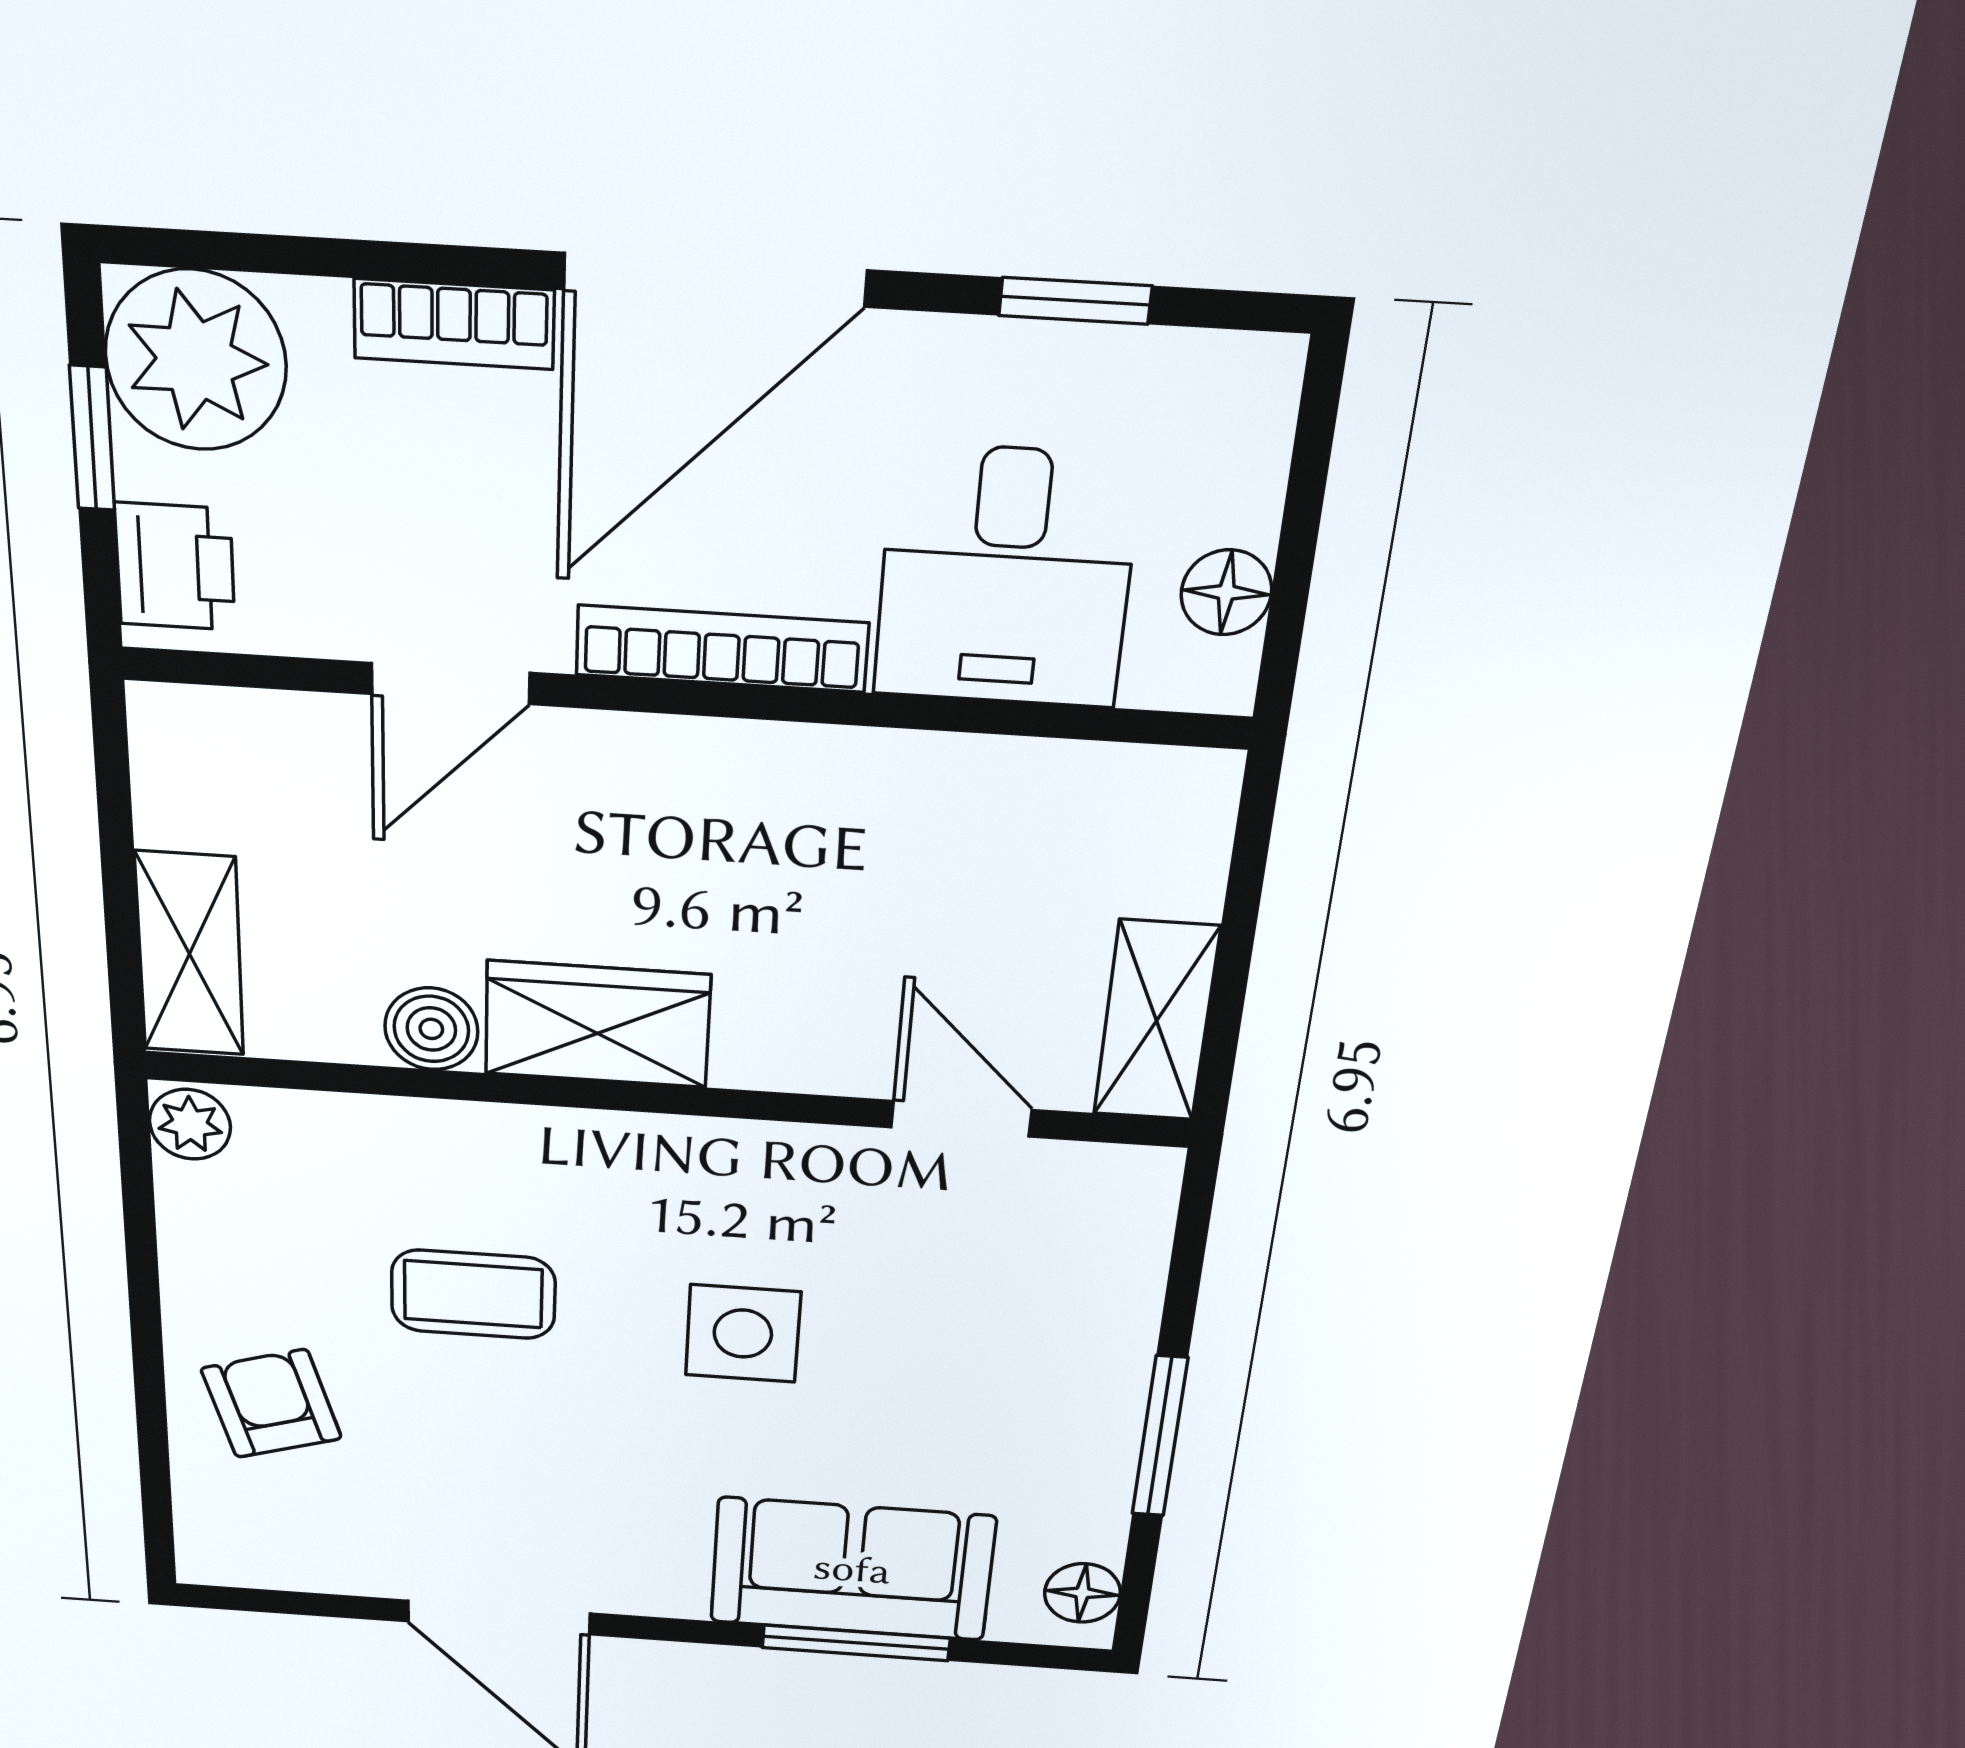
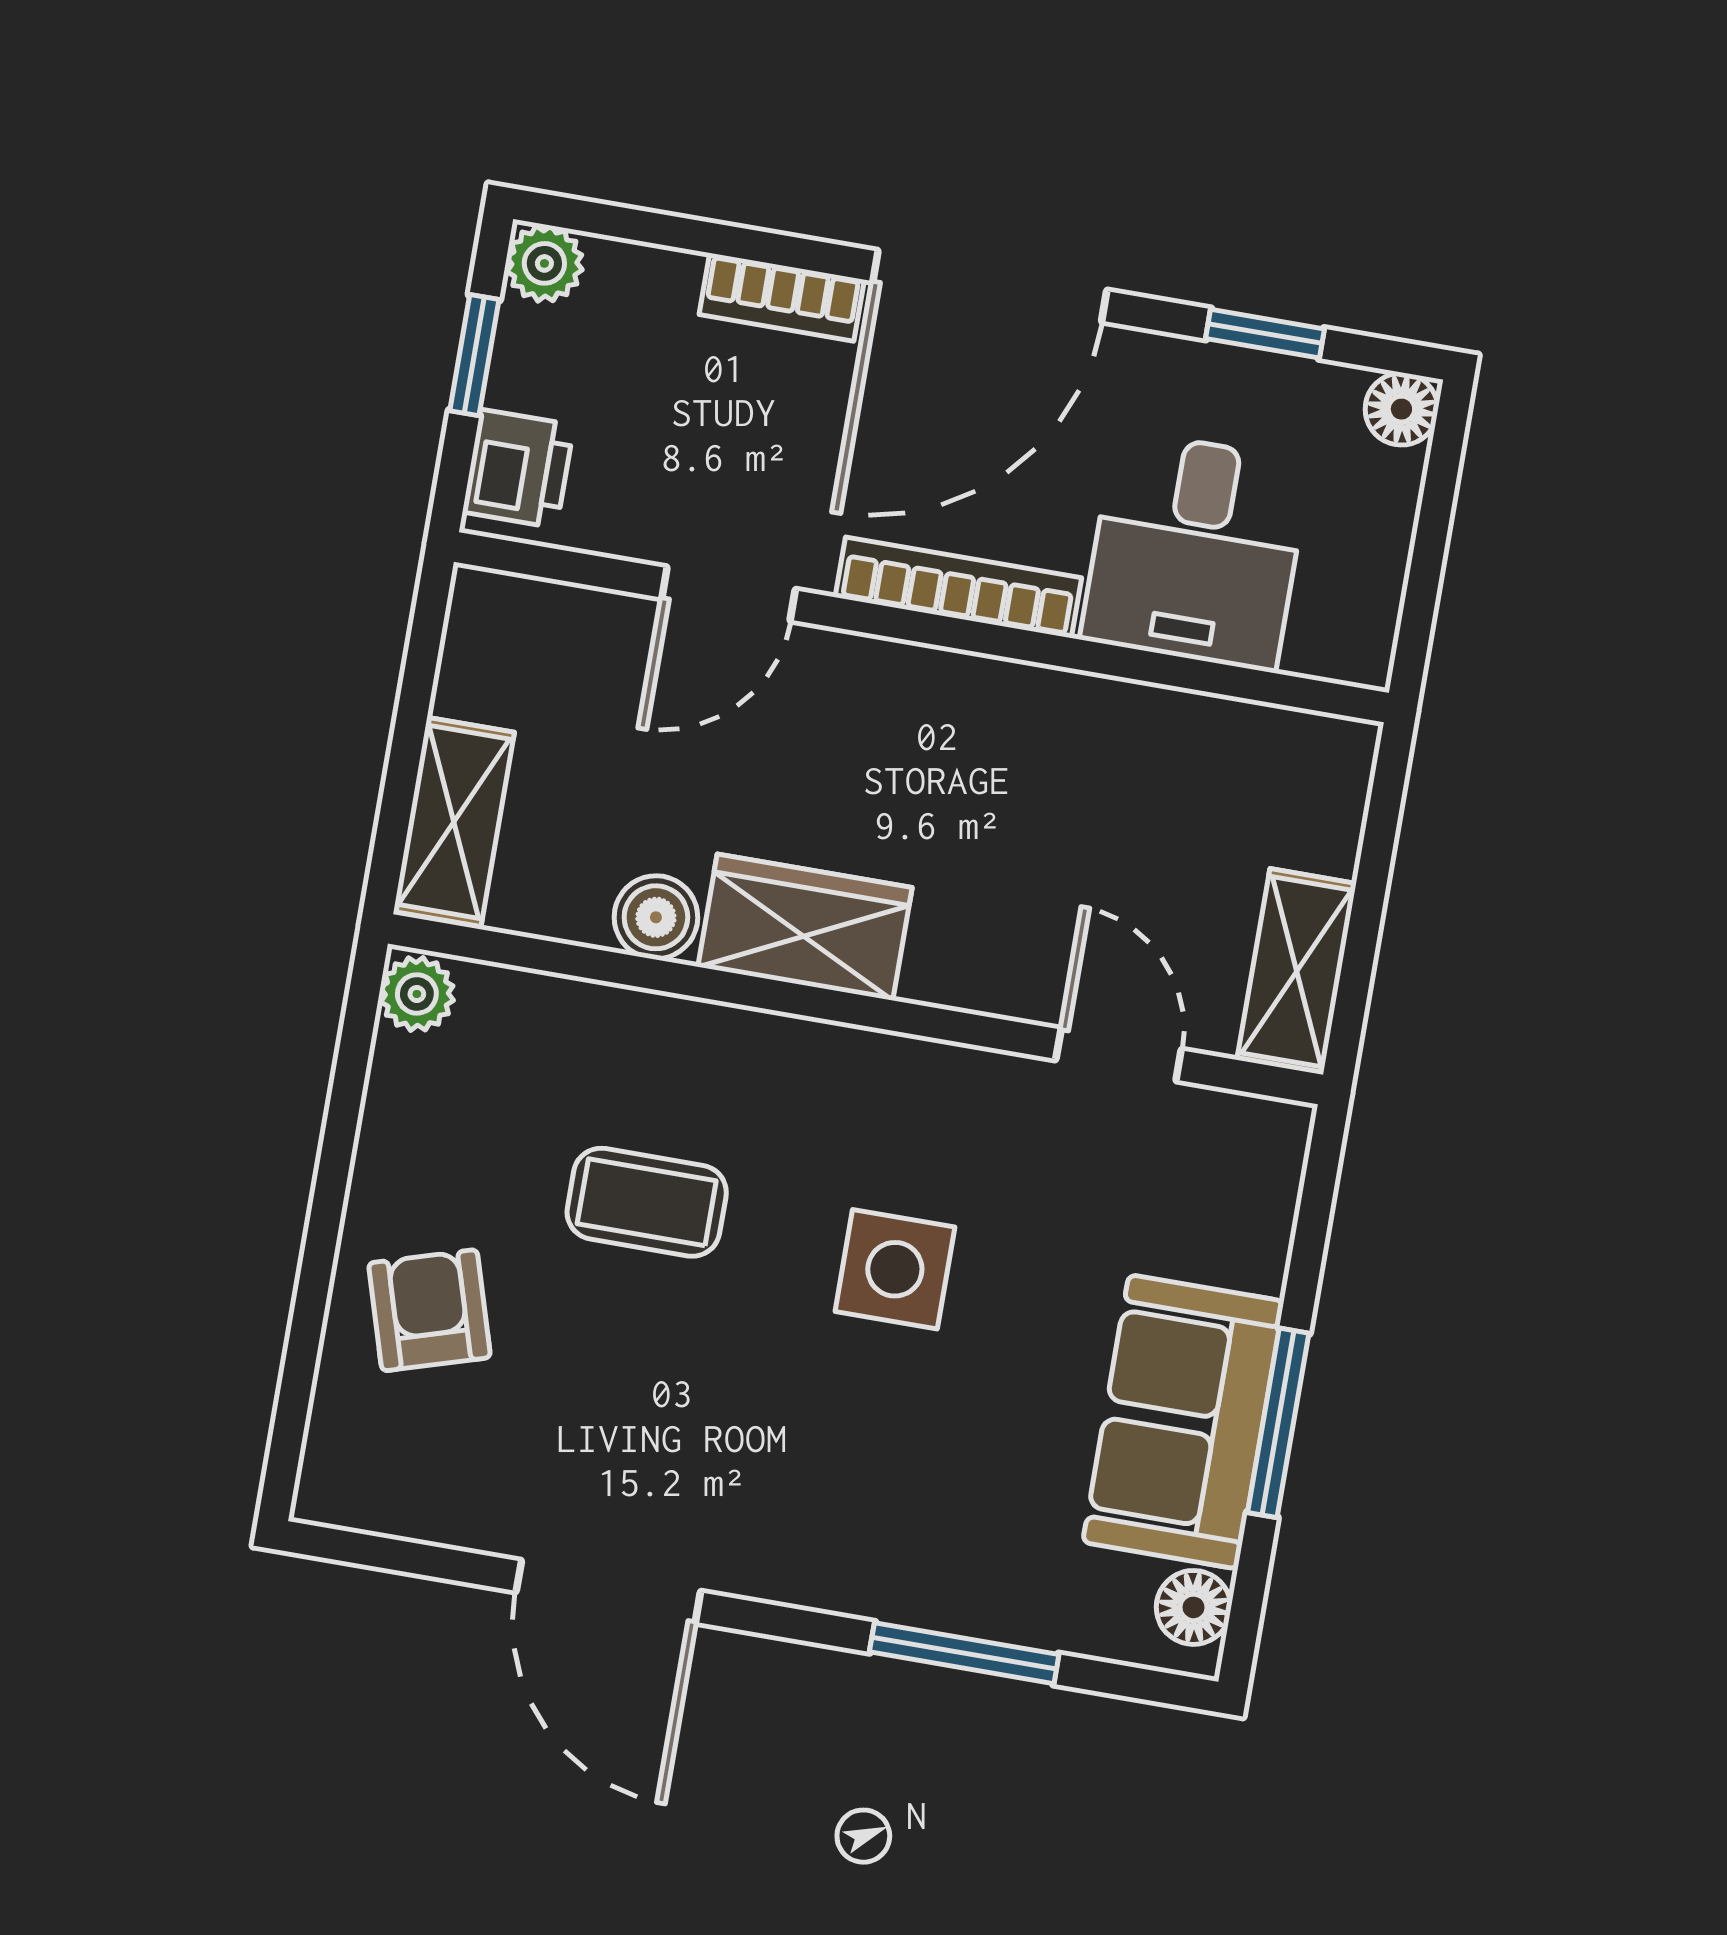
plant: (196, 360) -> (544, 263), width x0.53, depth x0.53
floor lamp: (1226, 592) -> (1401, 409), moved
sofa: (852, 1569) -> (1183, 1422), moved, turned -90

